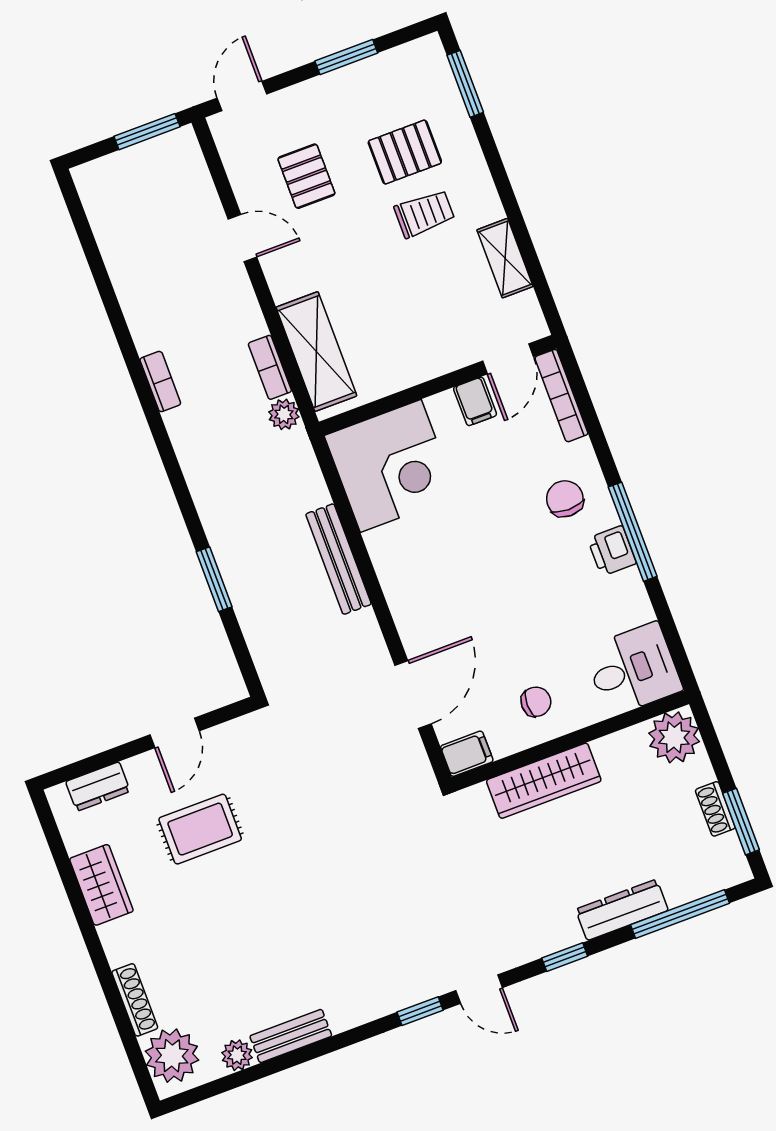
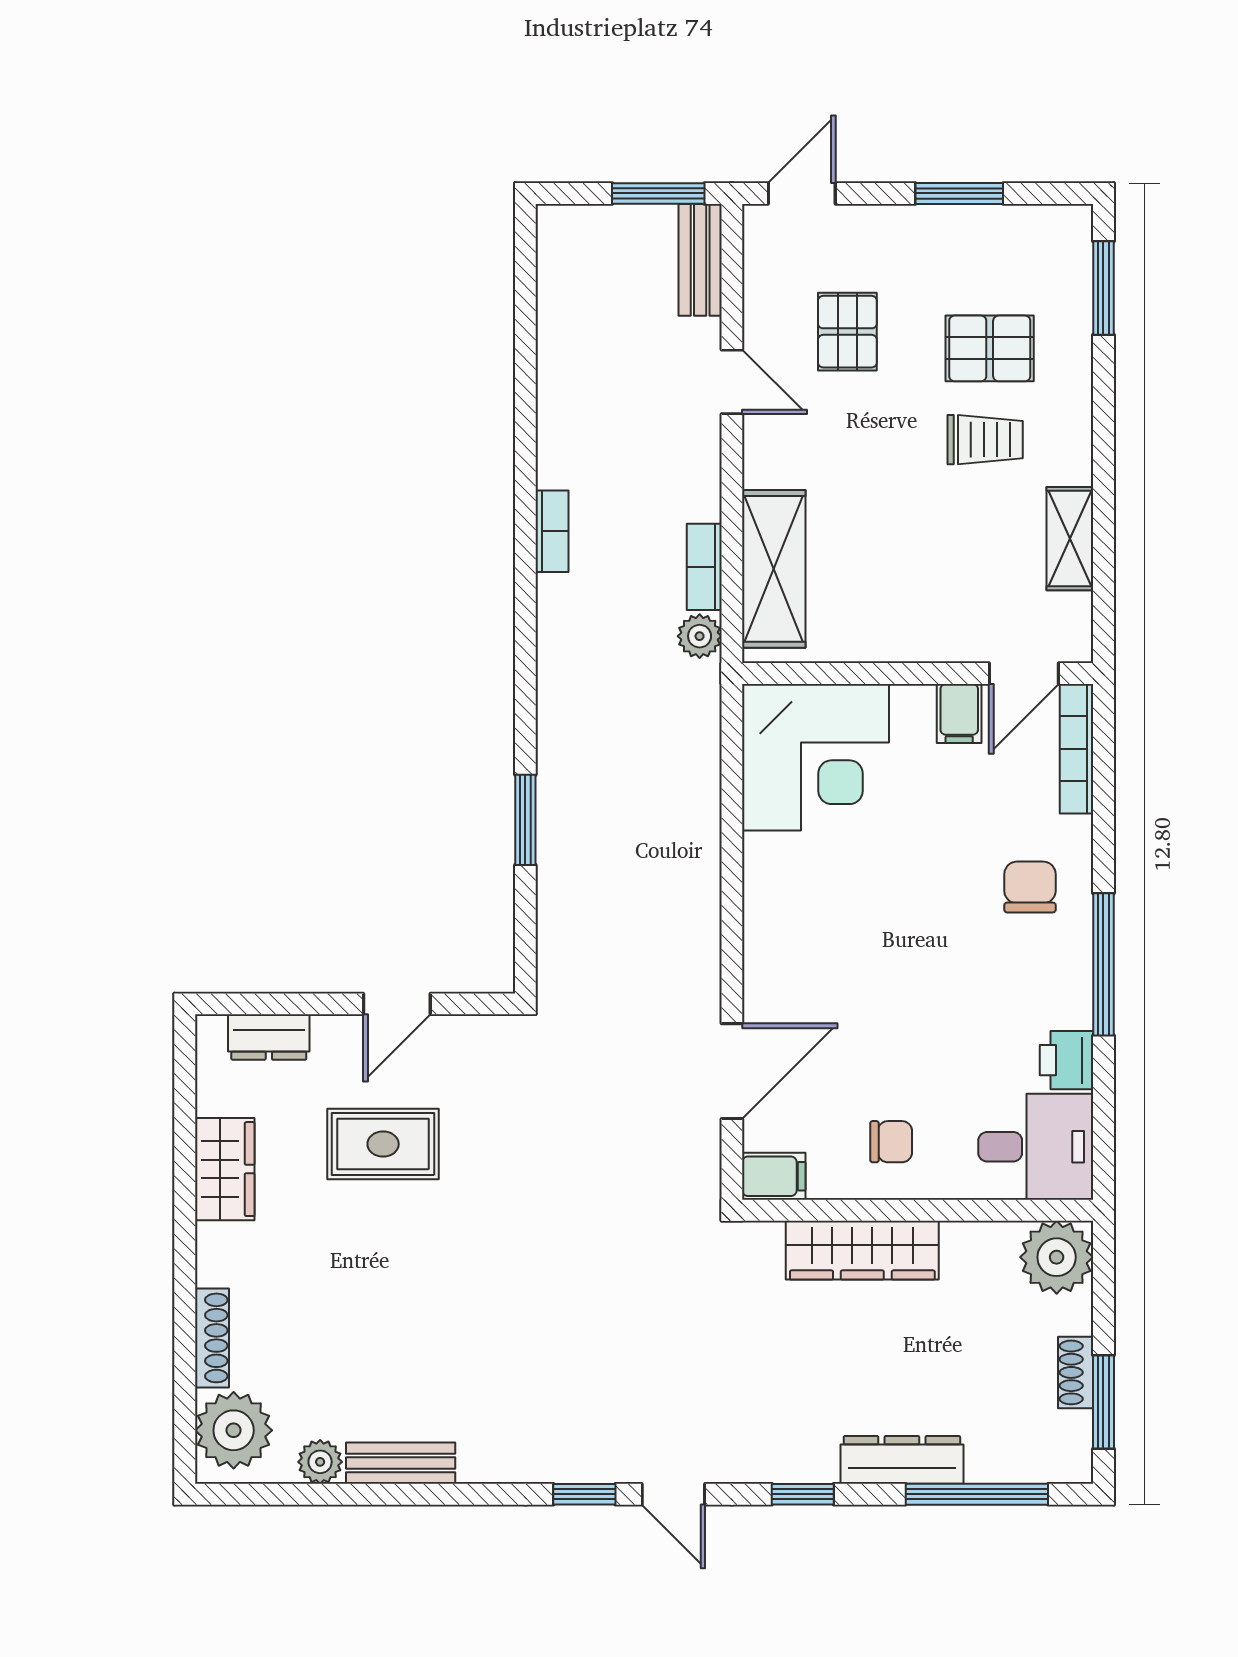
printer: (612, 551) -> (1067, 1060), moved
bench: (338, 559) -> (700, 260), moved, width x0.73

